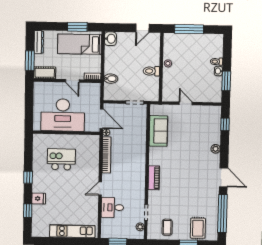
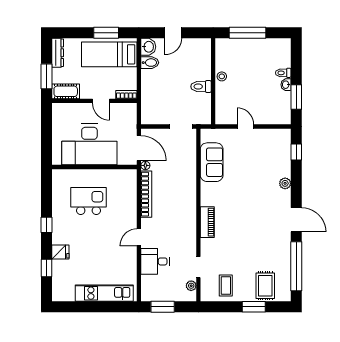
door: (142, 28) -> (173, 33), moved
bidet: (111, 79) -> (150, 63), moved

